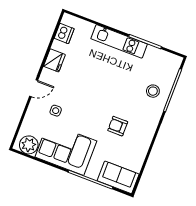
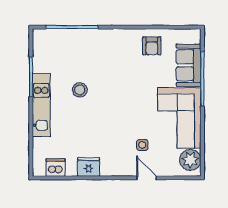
door: (34, 88) -> (147, 178), moved
stool: (153, 91) -> (80, 90), moved
armchair: (118, 126) -> (152, 46), moved
sofa: (118, 177) -> (189, 65), moved

